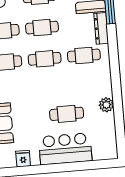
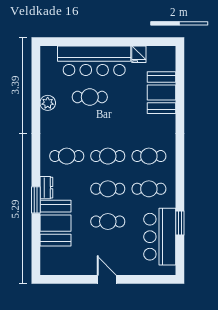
dresser: (101, 28) -> (46, 188), width x0.70
bar counter: (65, 149) -> (94, 61), width x1.36

